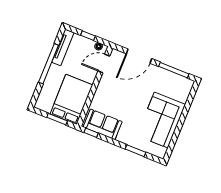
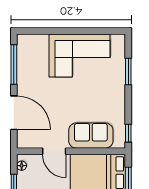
door: (104, 63) -> (54, 151), moved
sofa: (103, 124) -> (91, 136), moved, turned 90

